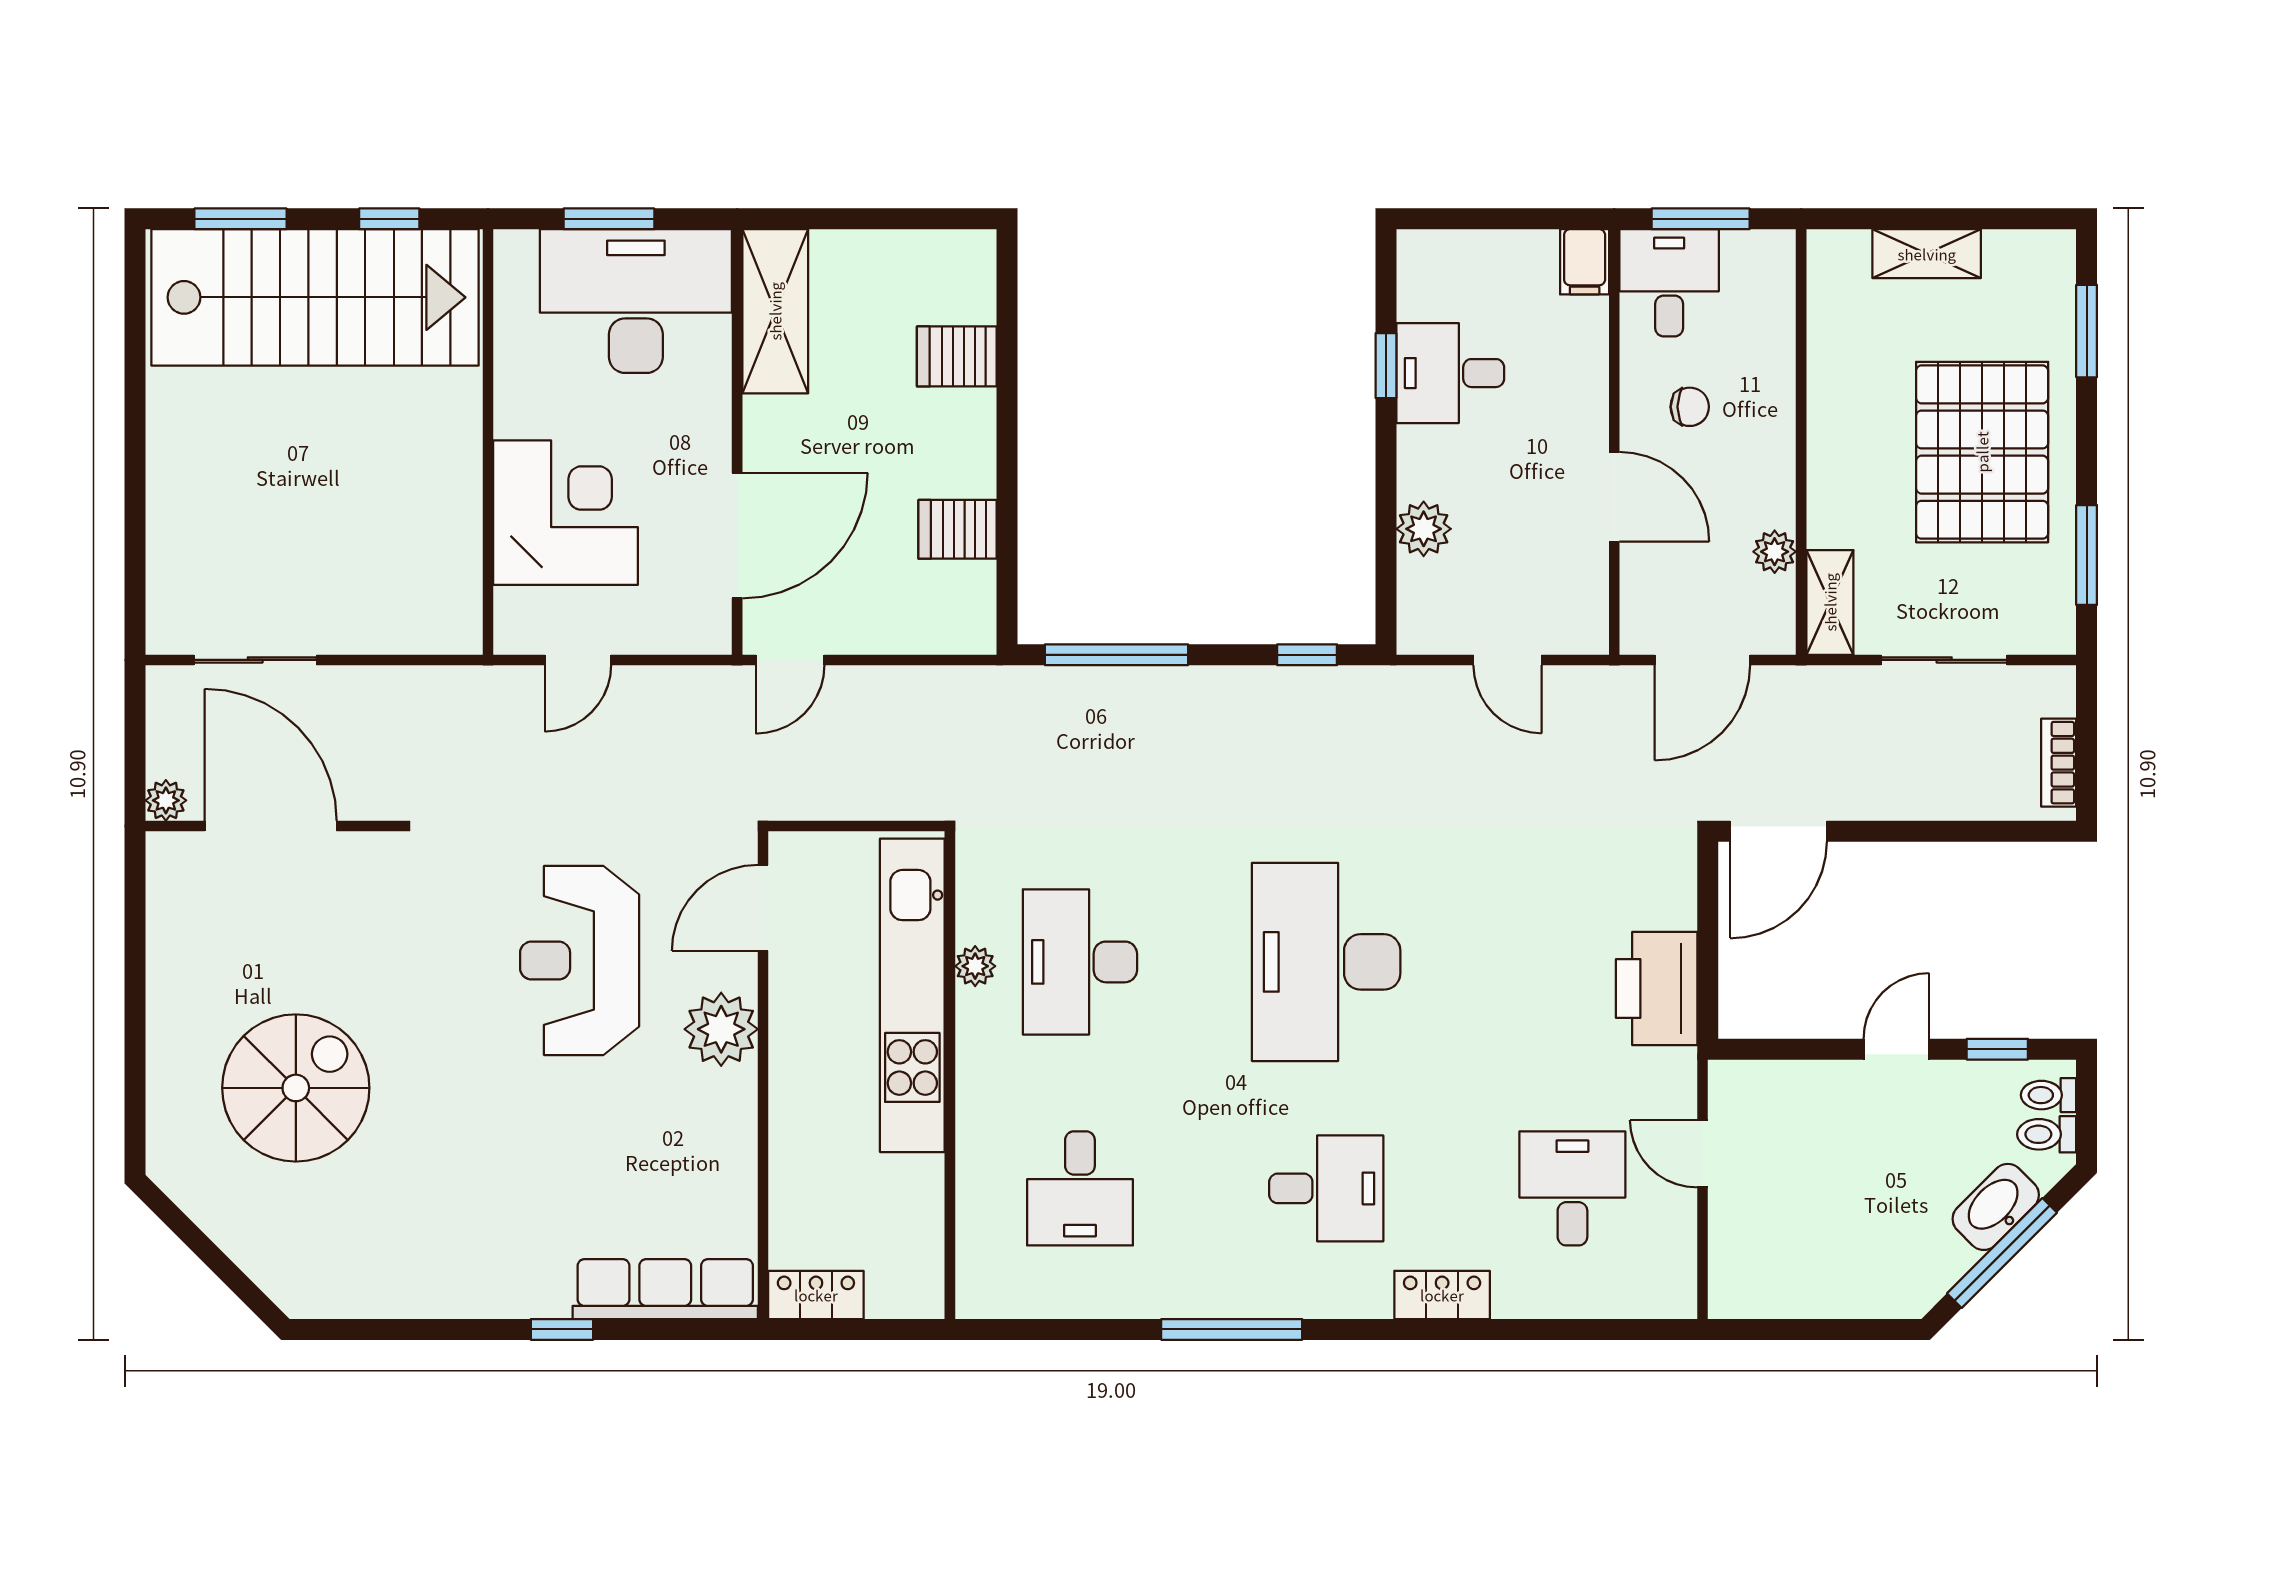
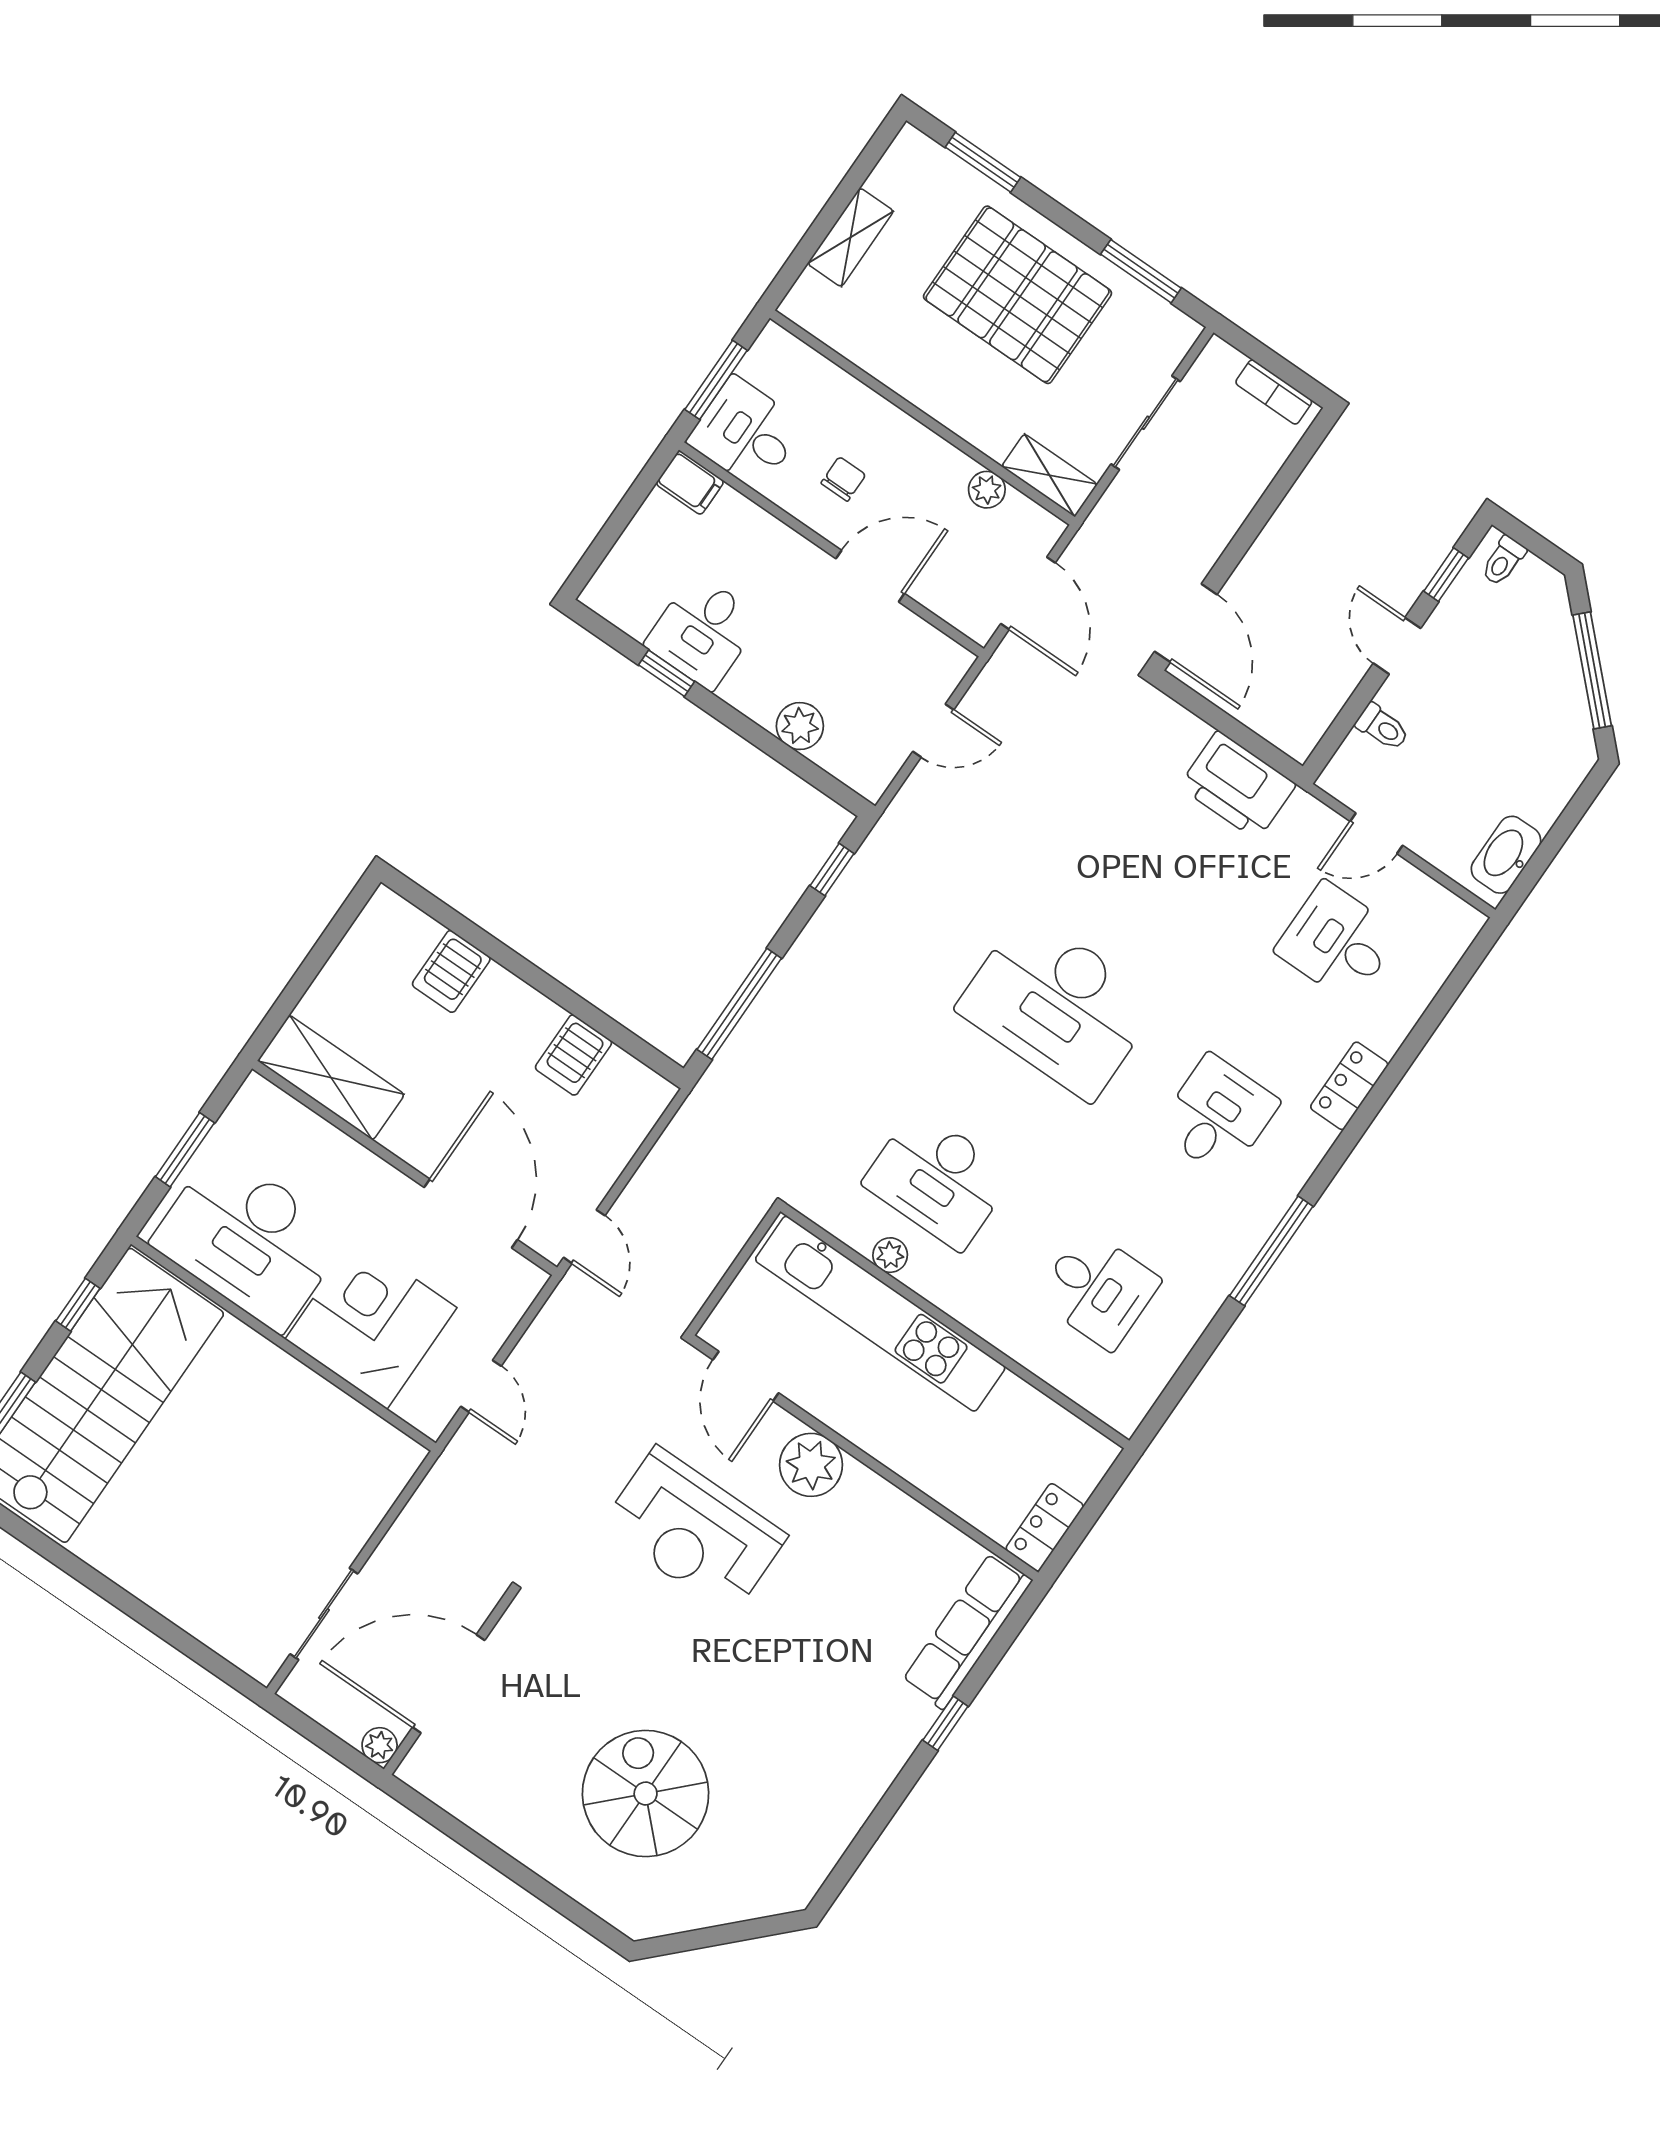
desk: (636, 301) -> (249, 1240), moved, turned -90
toilet: (2047, 1134) -> (1382, 727), moved, turned -90
washbasin: (1996, 1207) -> (1506, 855), moved, turned 45

